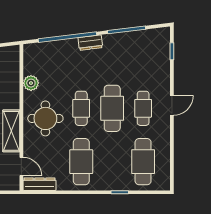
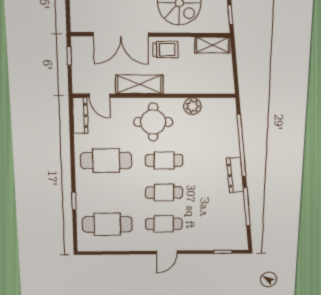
dresser: (90, 43) -> (235, 175), width x1.44
door: (172, 105) -> (167, 252), hinge flipped
cafe table: (112, 108) -> (164, 193), width x0.73, depth x0.74
door: (21, 166) -> (100, 96), hinge flipped

